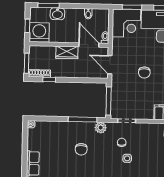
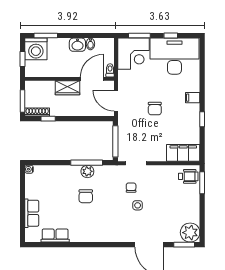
washbasin: (57, 14) -> (77, 45), moved
washing machine: (39, 32) -> (36, 49), moved, turned 180
door: (89, 45) -> (92, 79), hinge flipped
plant: (101, 128) -> (87, 171), moved

